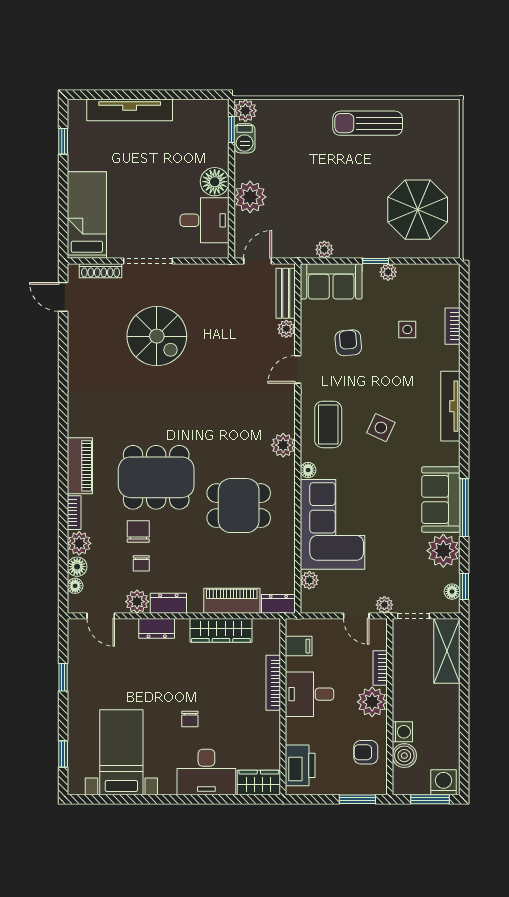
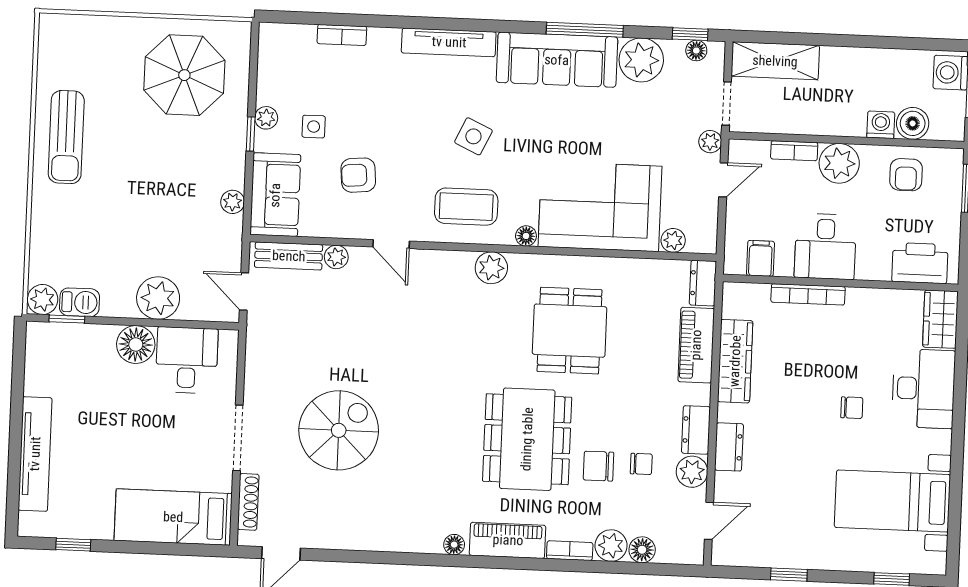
side table: (407, 329) -> (314, 127), moved
sofa: (441, 500) -> (557, 60), width x1.36
floor lamp: (75, 586) -> (454, 545), moved

